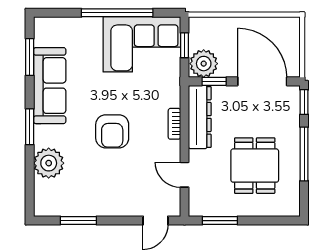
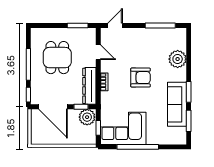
window: (30, 127) -> (189, 92), moved
armchair: (112, 131) -> (140, 78), turned 90
window: (78, 221) -> (160, 25), width x1.44

